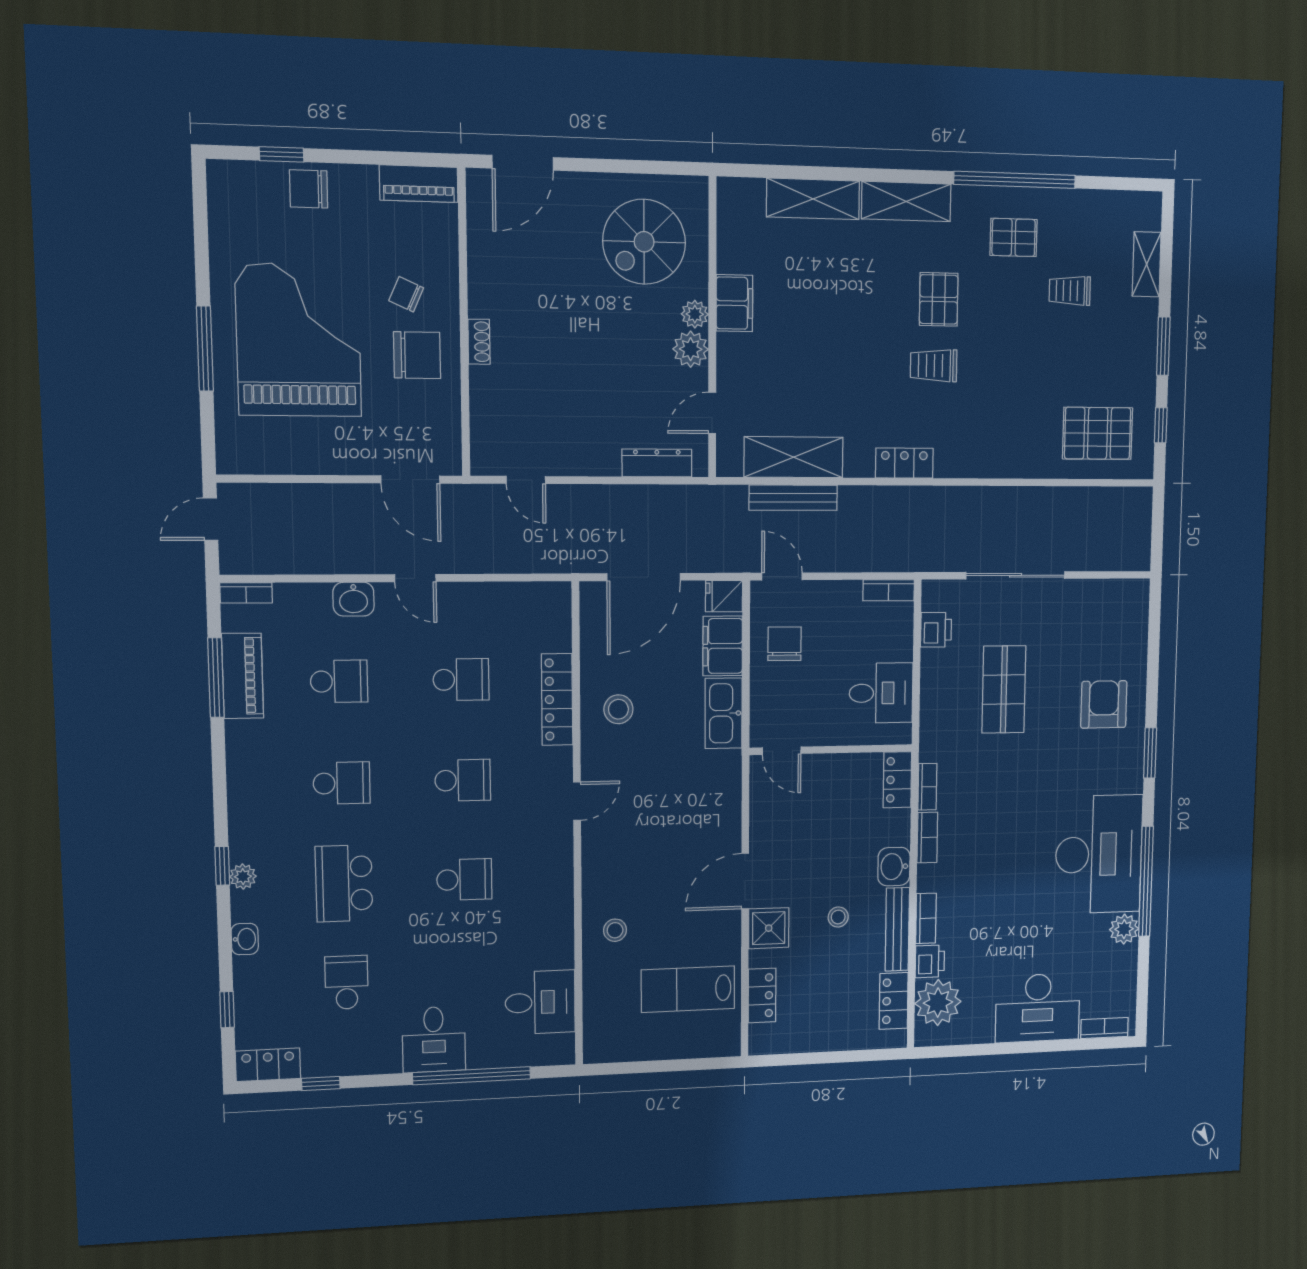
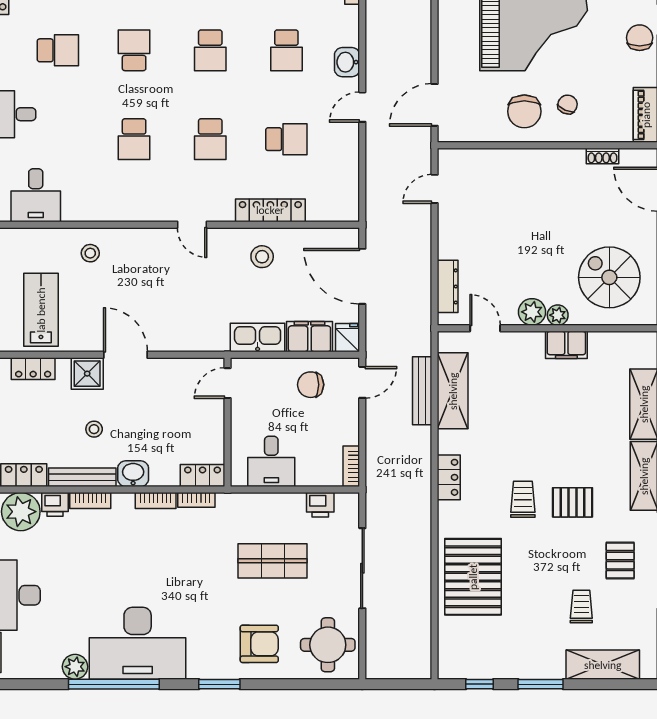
shelving: (1147, 264) -> (603, 665), width x1.50, depth x1.33
shoe rack: (479, 342) -> (602, 156), moved
pallet: (1098, 433) -> (473, 577), moved, width x1.37, depth x1.41
round table: (1107, 619) -> (328, 645), added
chair: (785, 644) -> (311, 385), turned 180
school desk: (461, 680) -> (286, 139), turned -90
school desk: (344, 883) -> (134, 50), width x0.54

